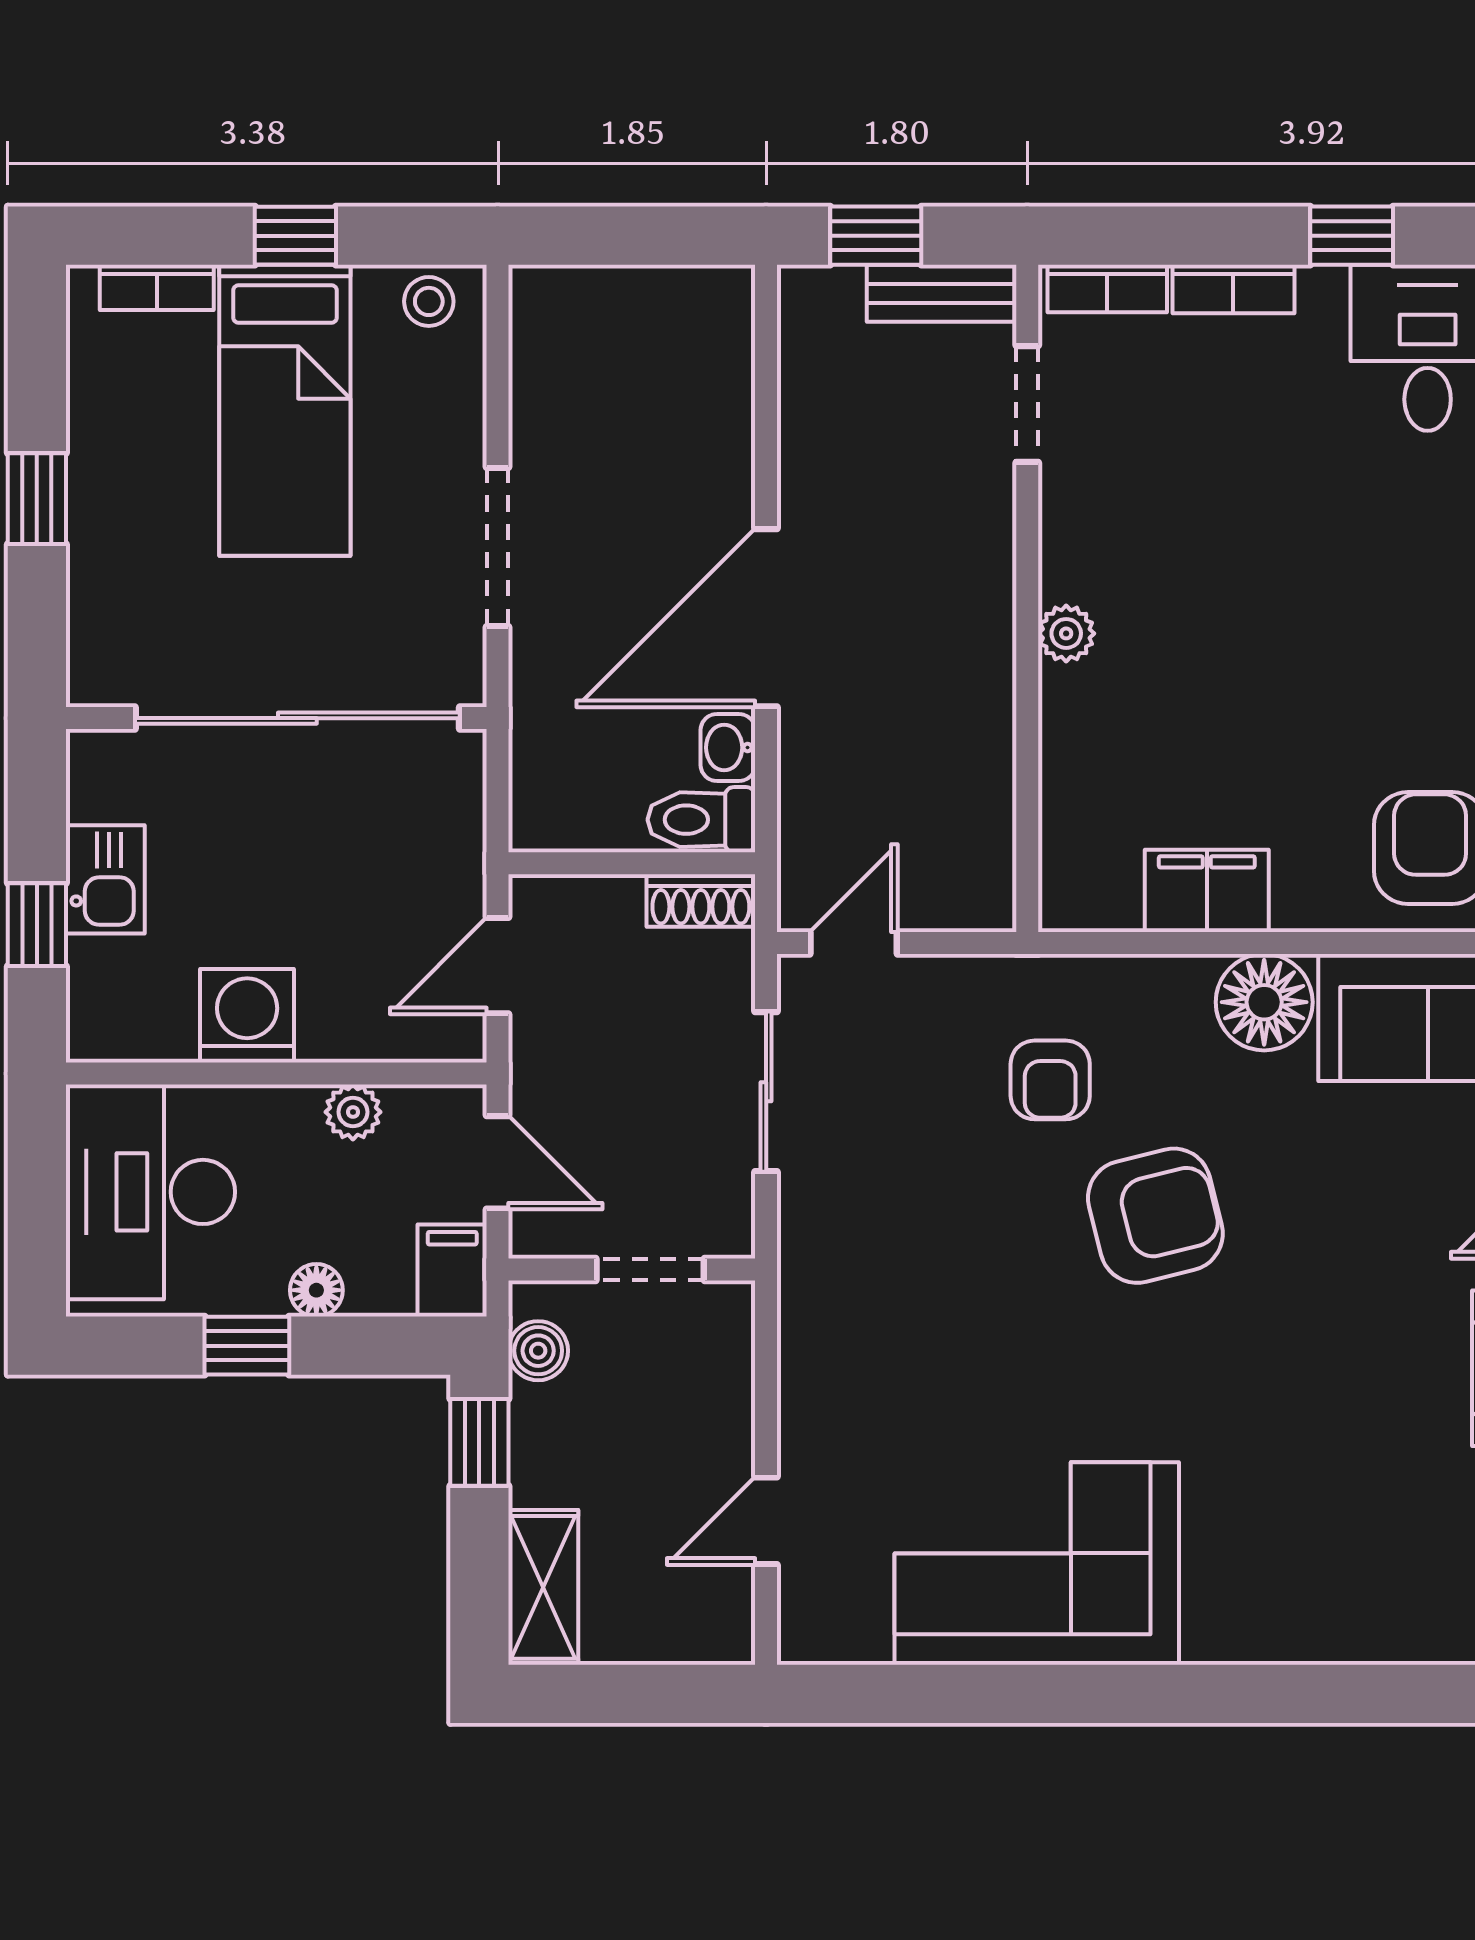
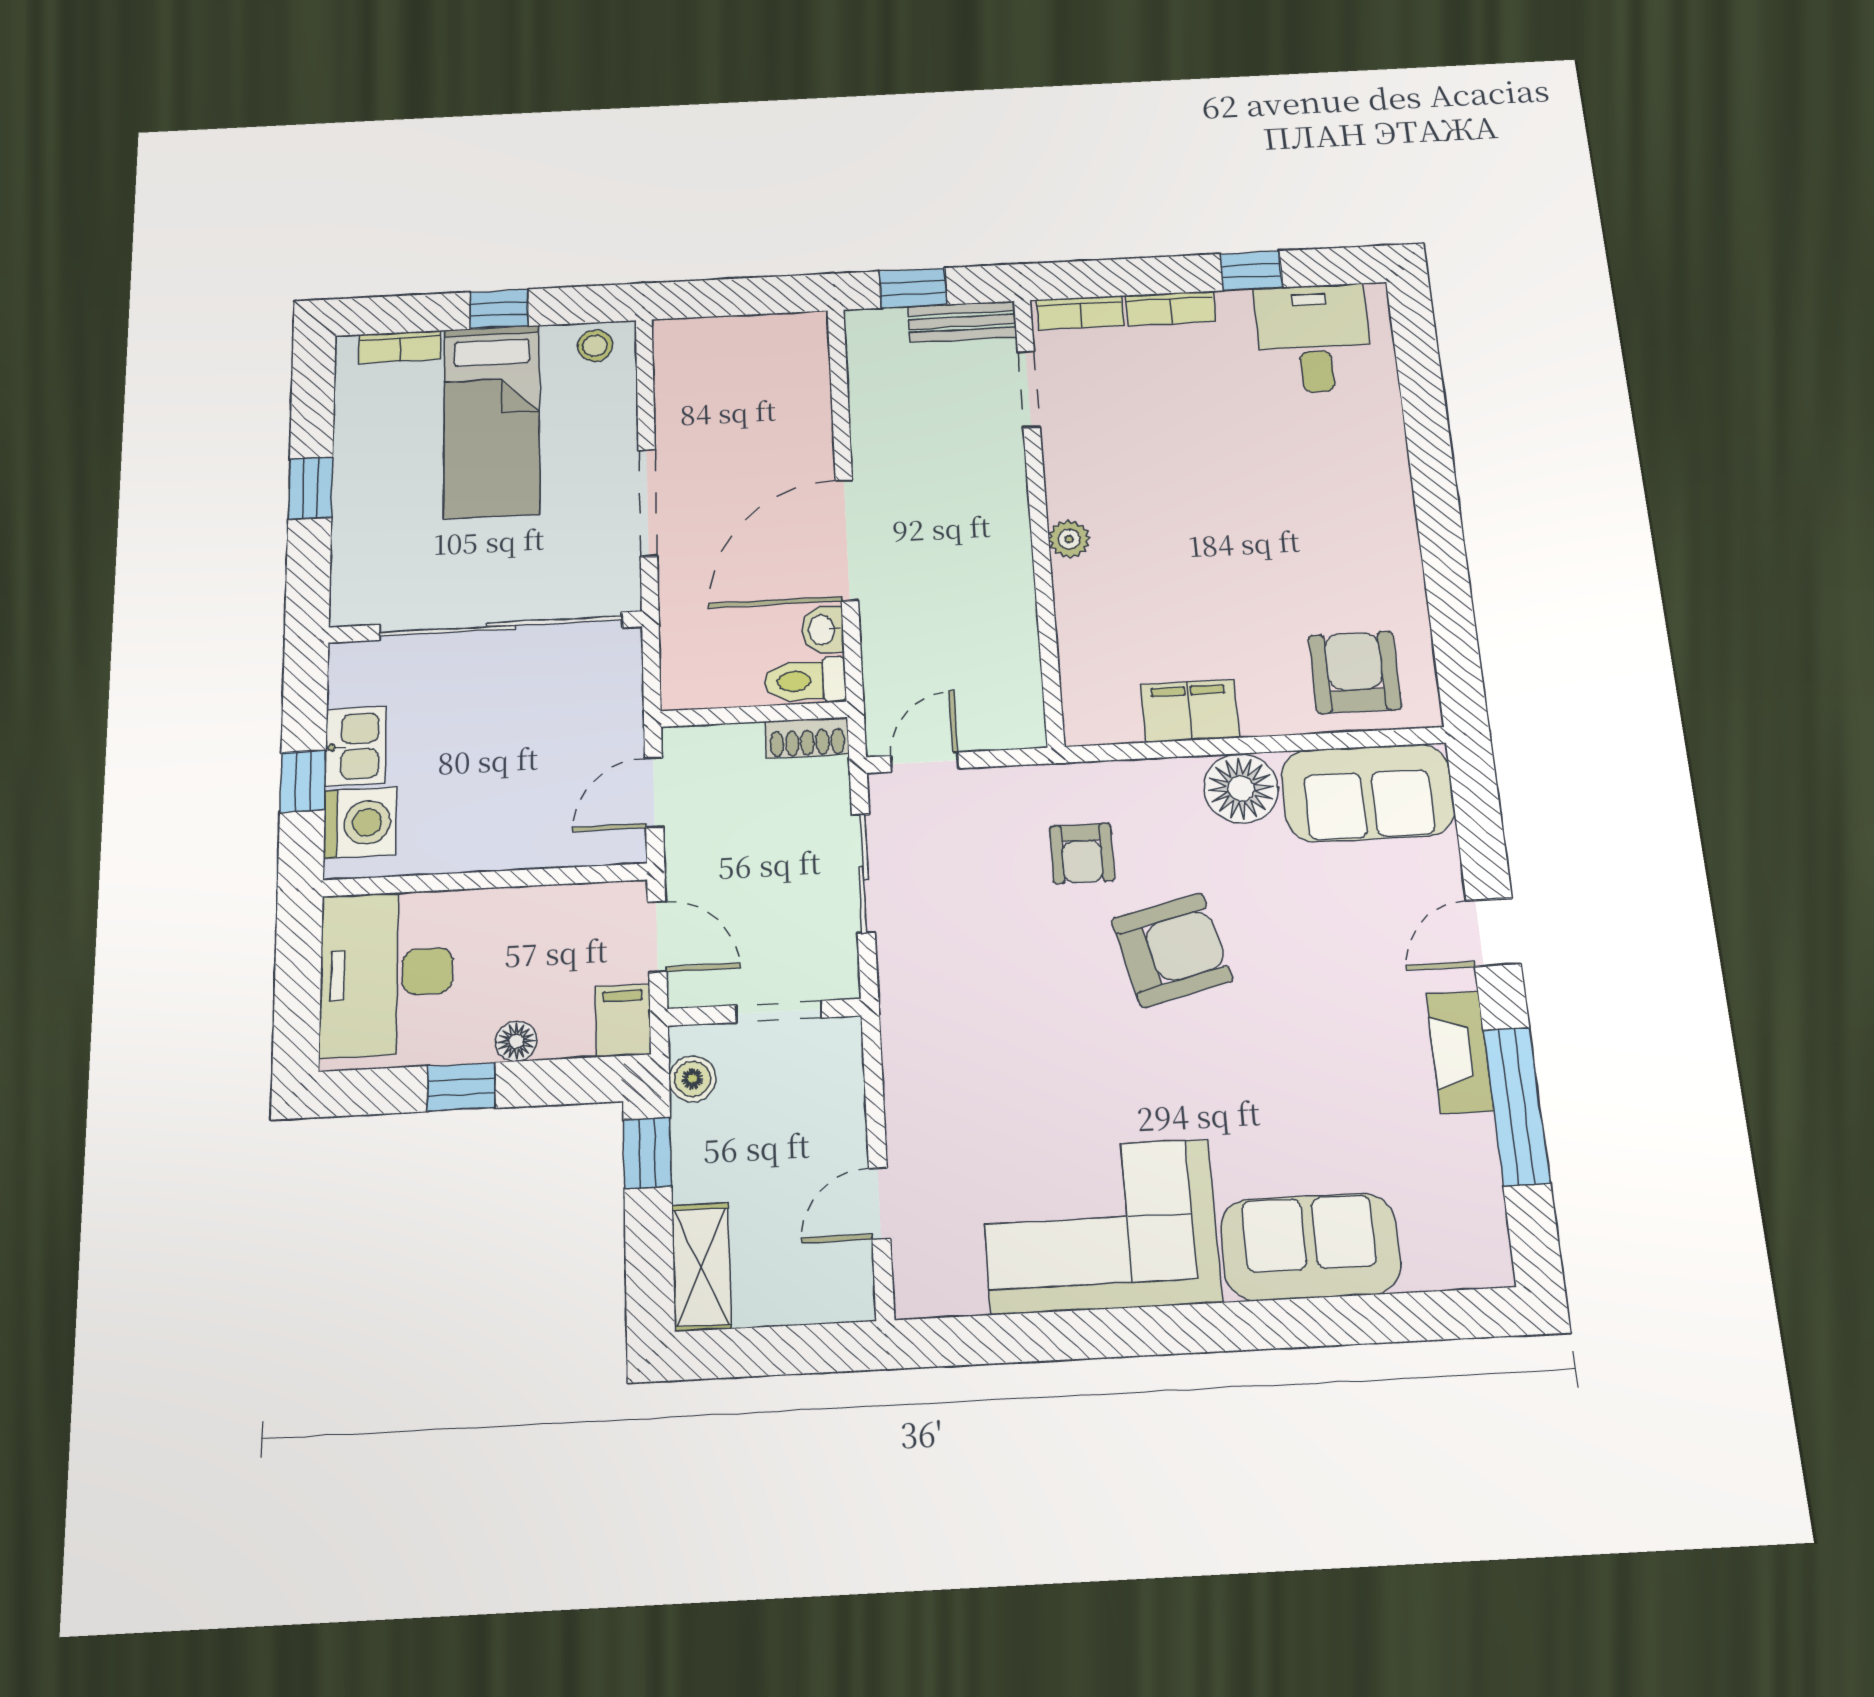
washing machine: (247, 1016) -> (360, 823), moved, turned 90
plant: (353, 1112) -> (544, 905), removed
sofa: (1292, 1602) -> (1310, 1247), added

